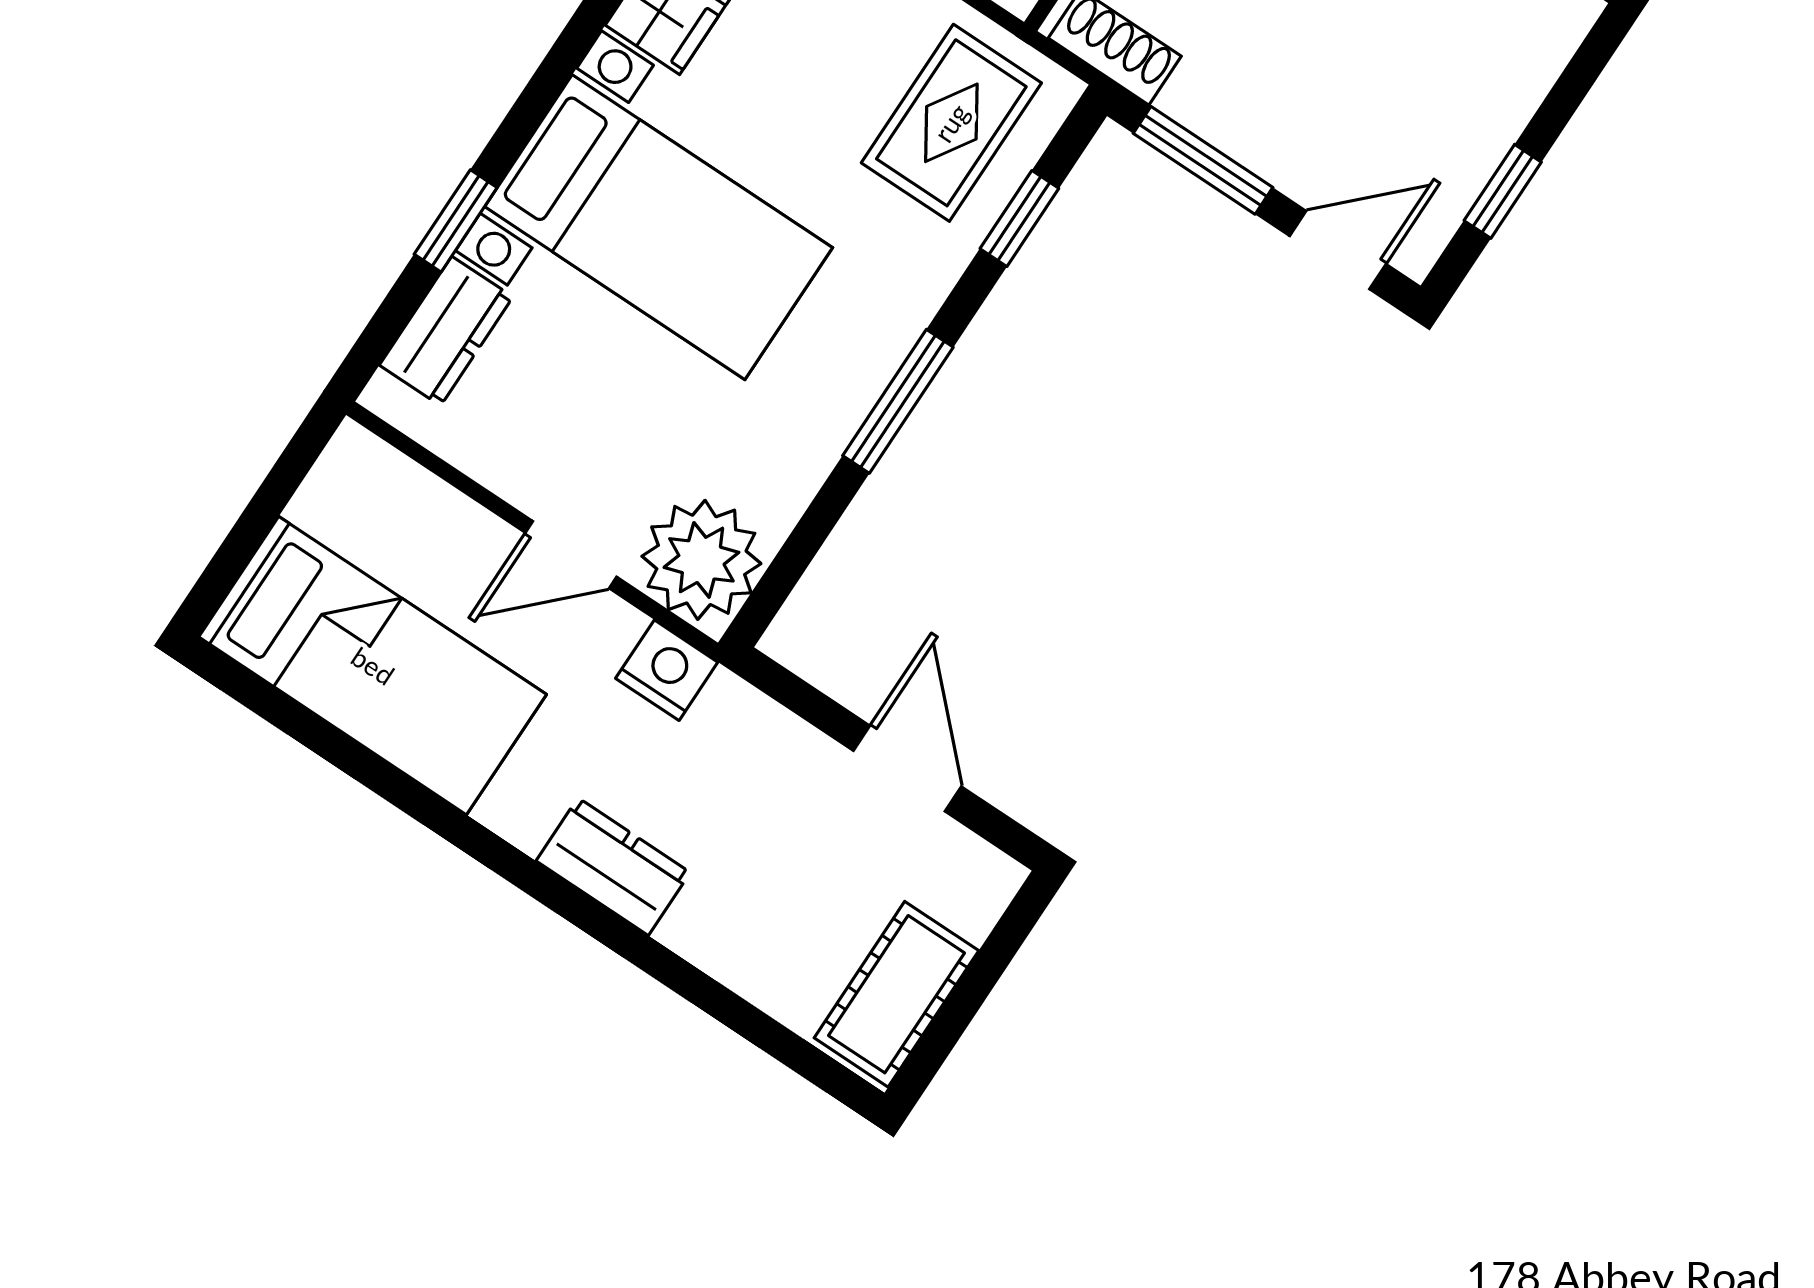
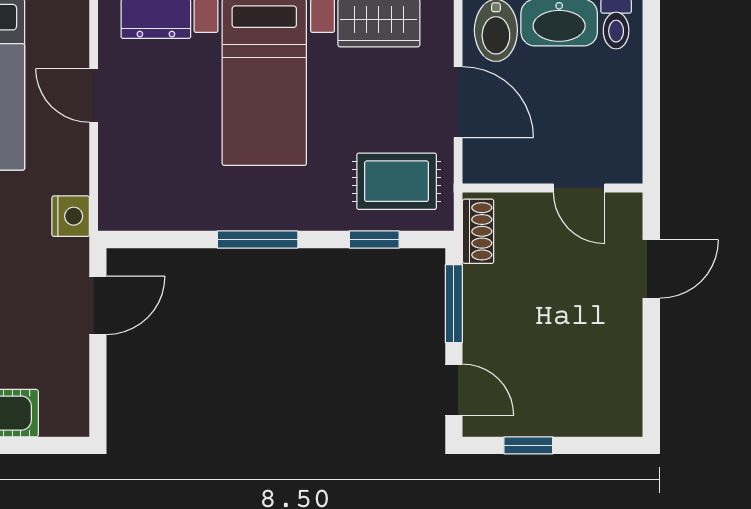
door: (571, 555) -> (94, 95), moved
plant: (701, 560) -> (130, 199), removed
door: (907, 769) -> (98, 305), moved

